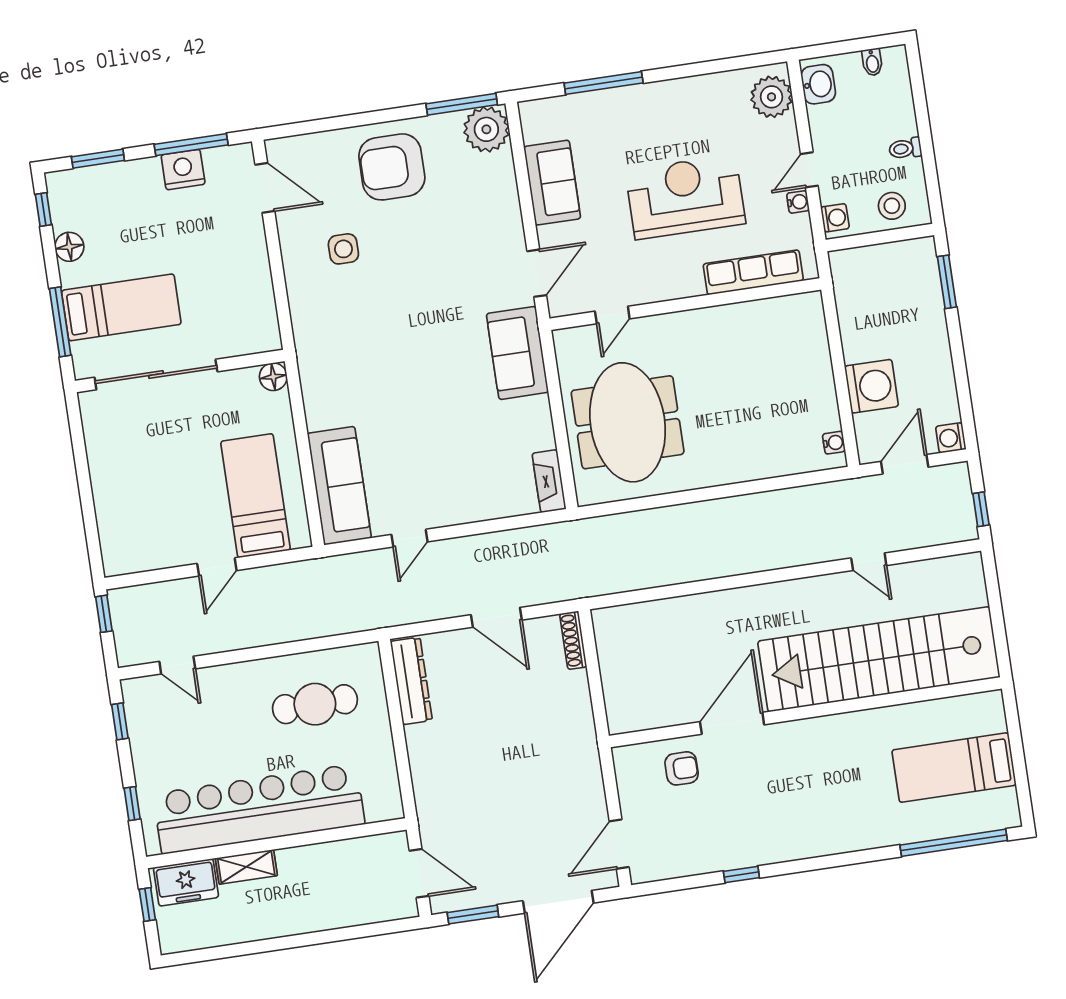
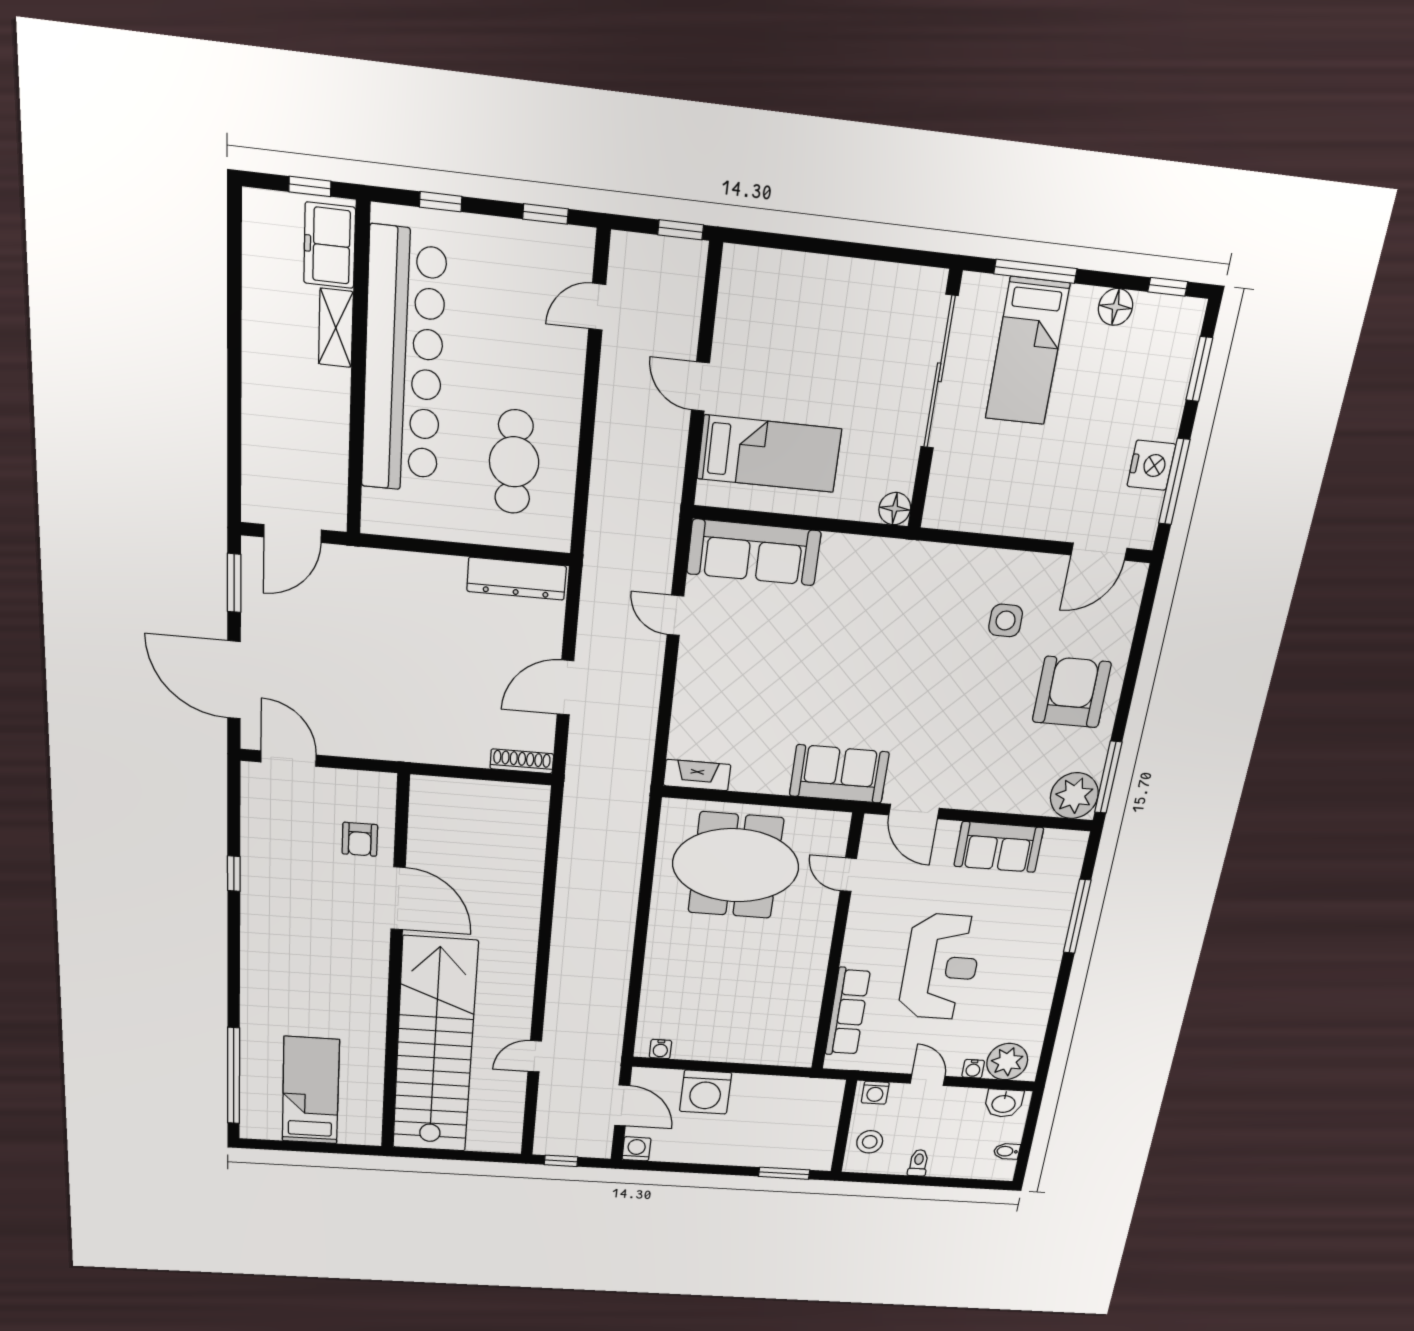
water cooler: (798, 202) -> (973, 1069), moved

